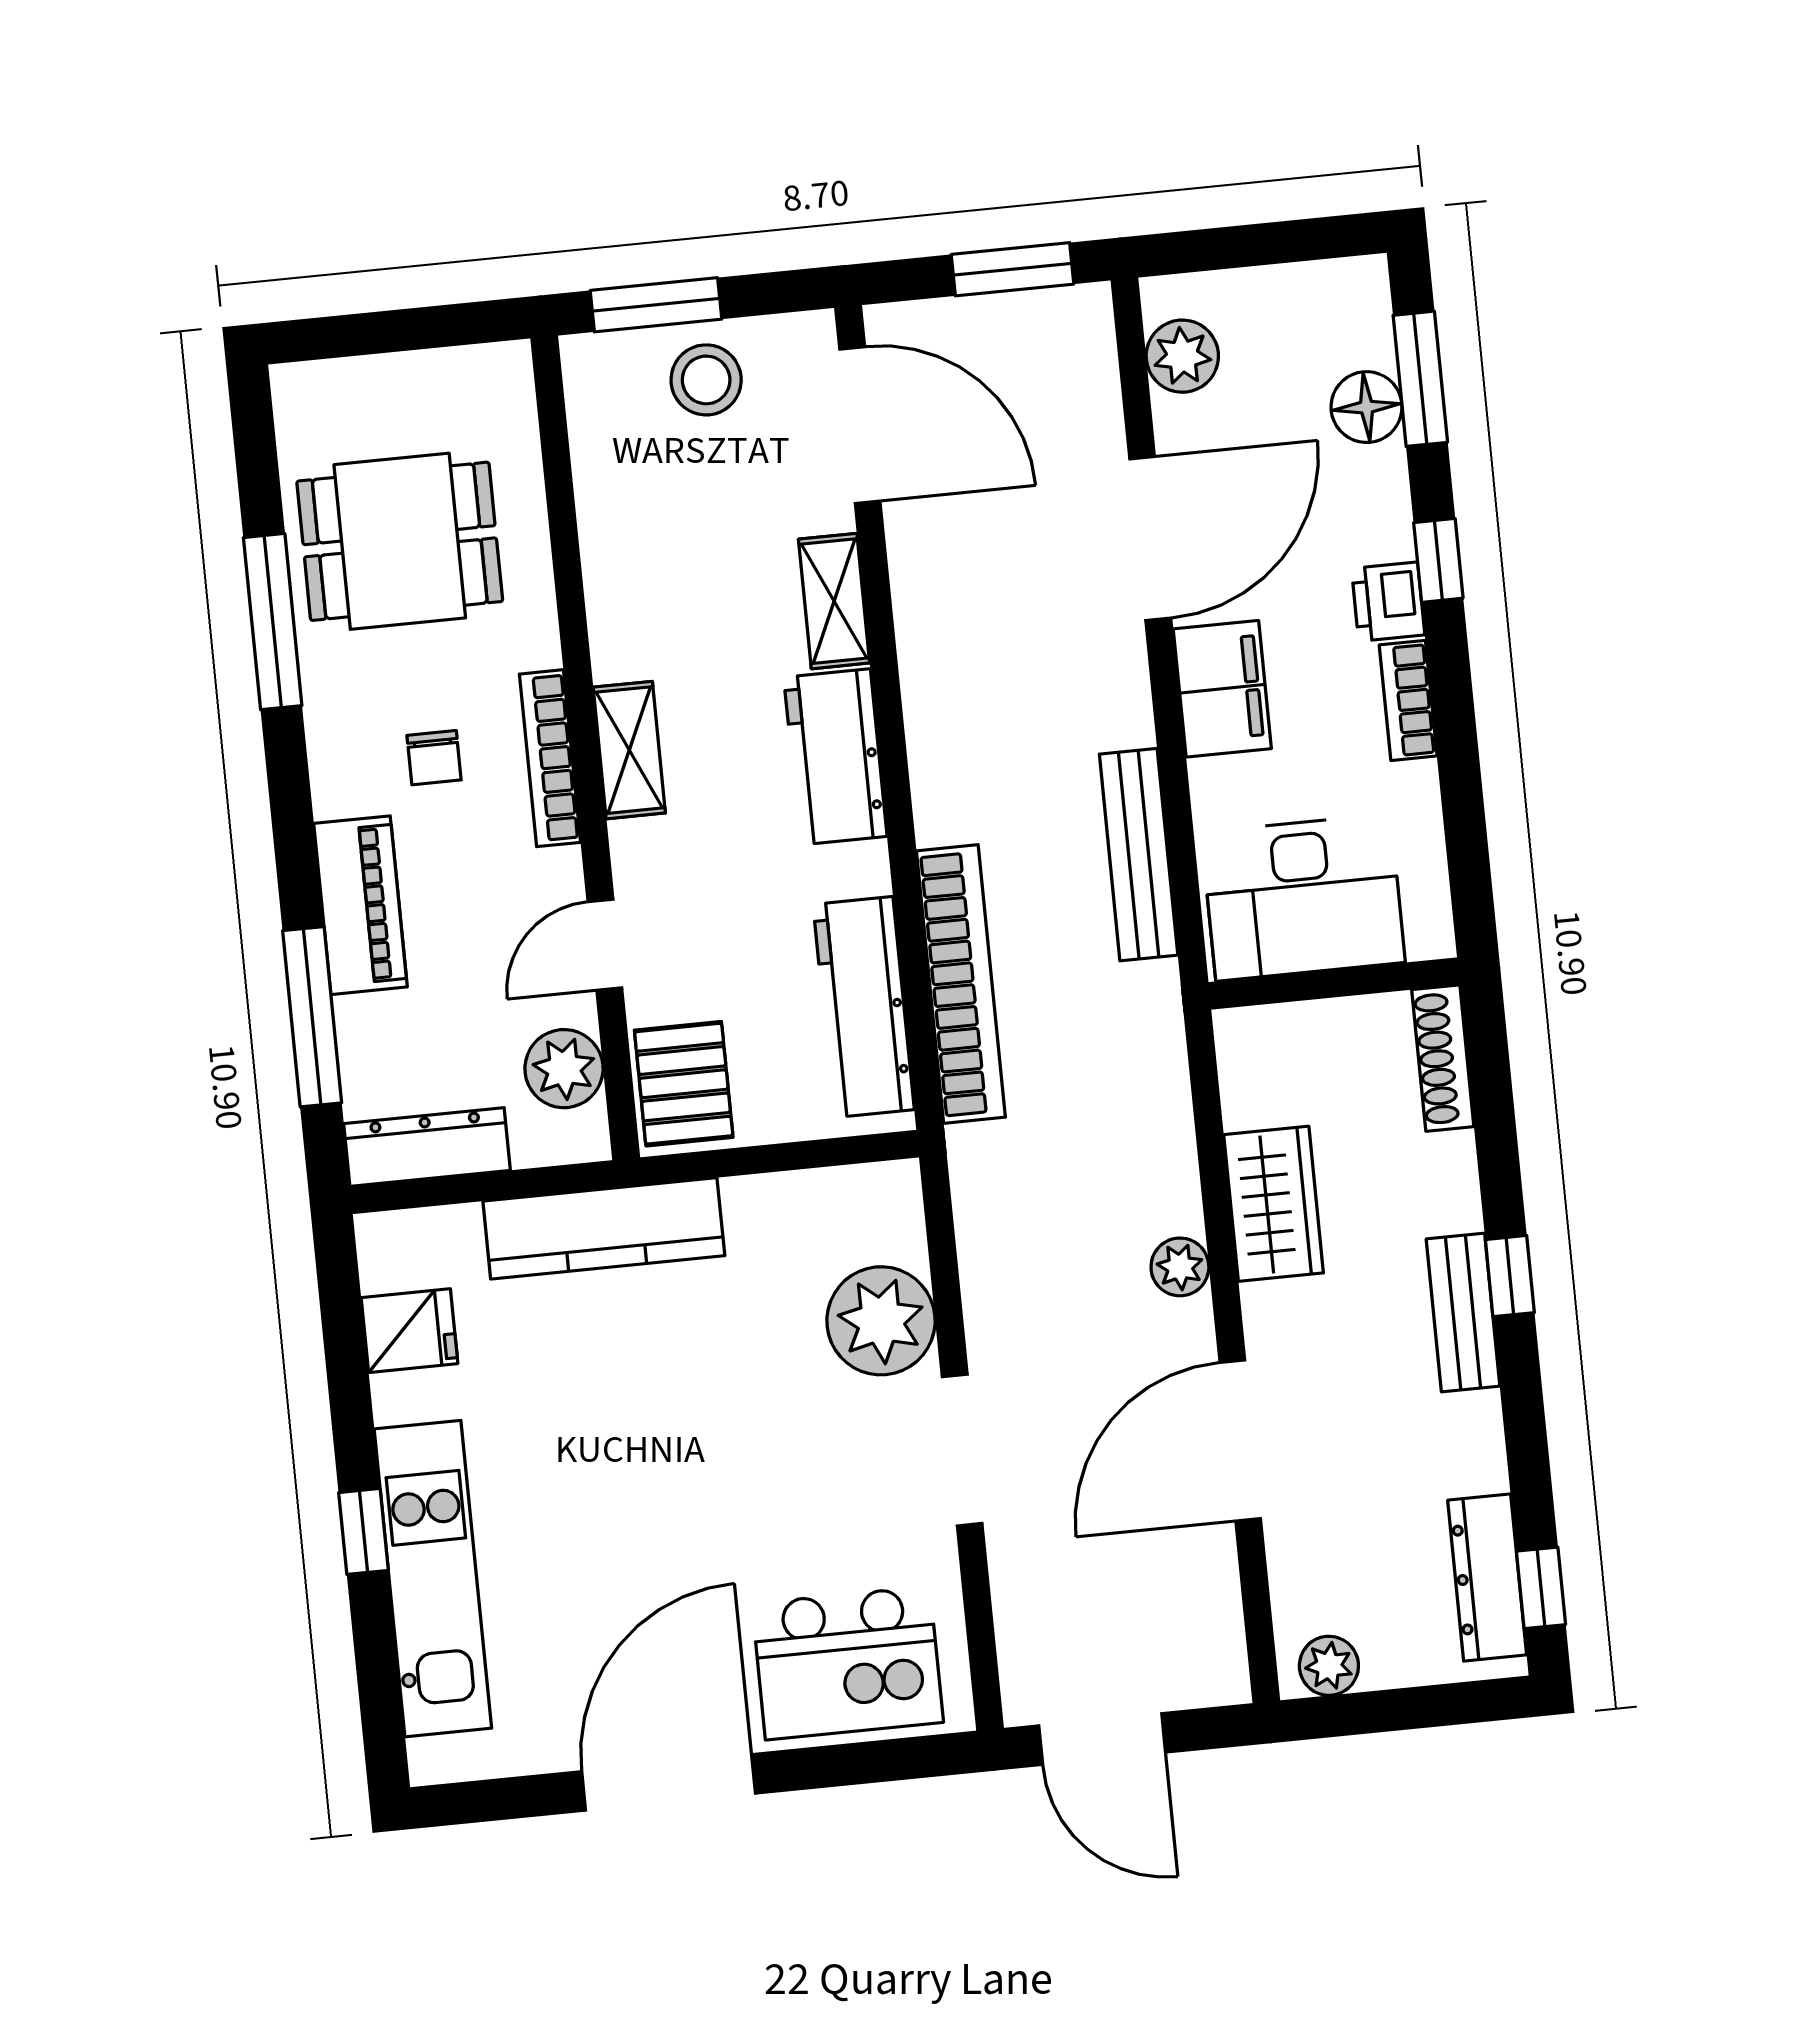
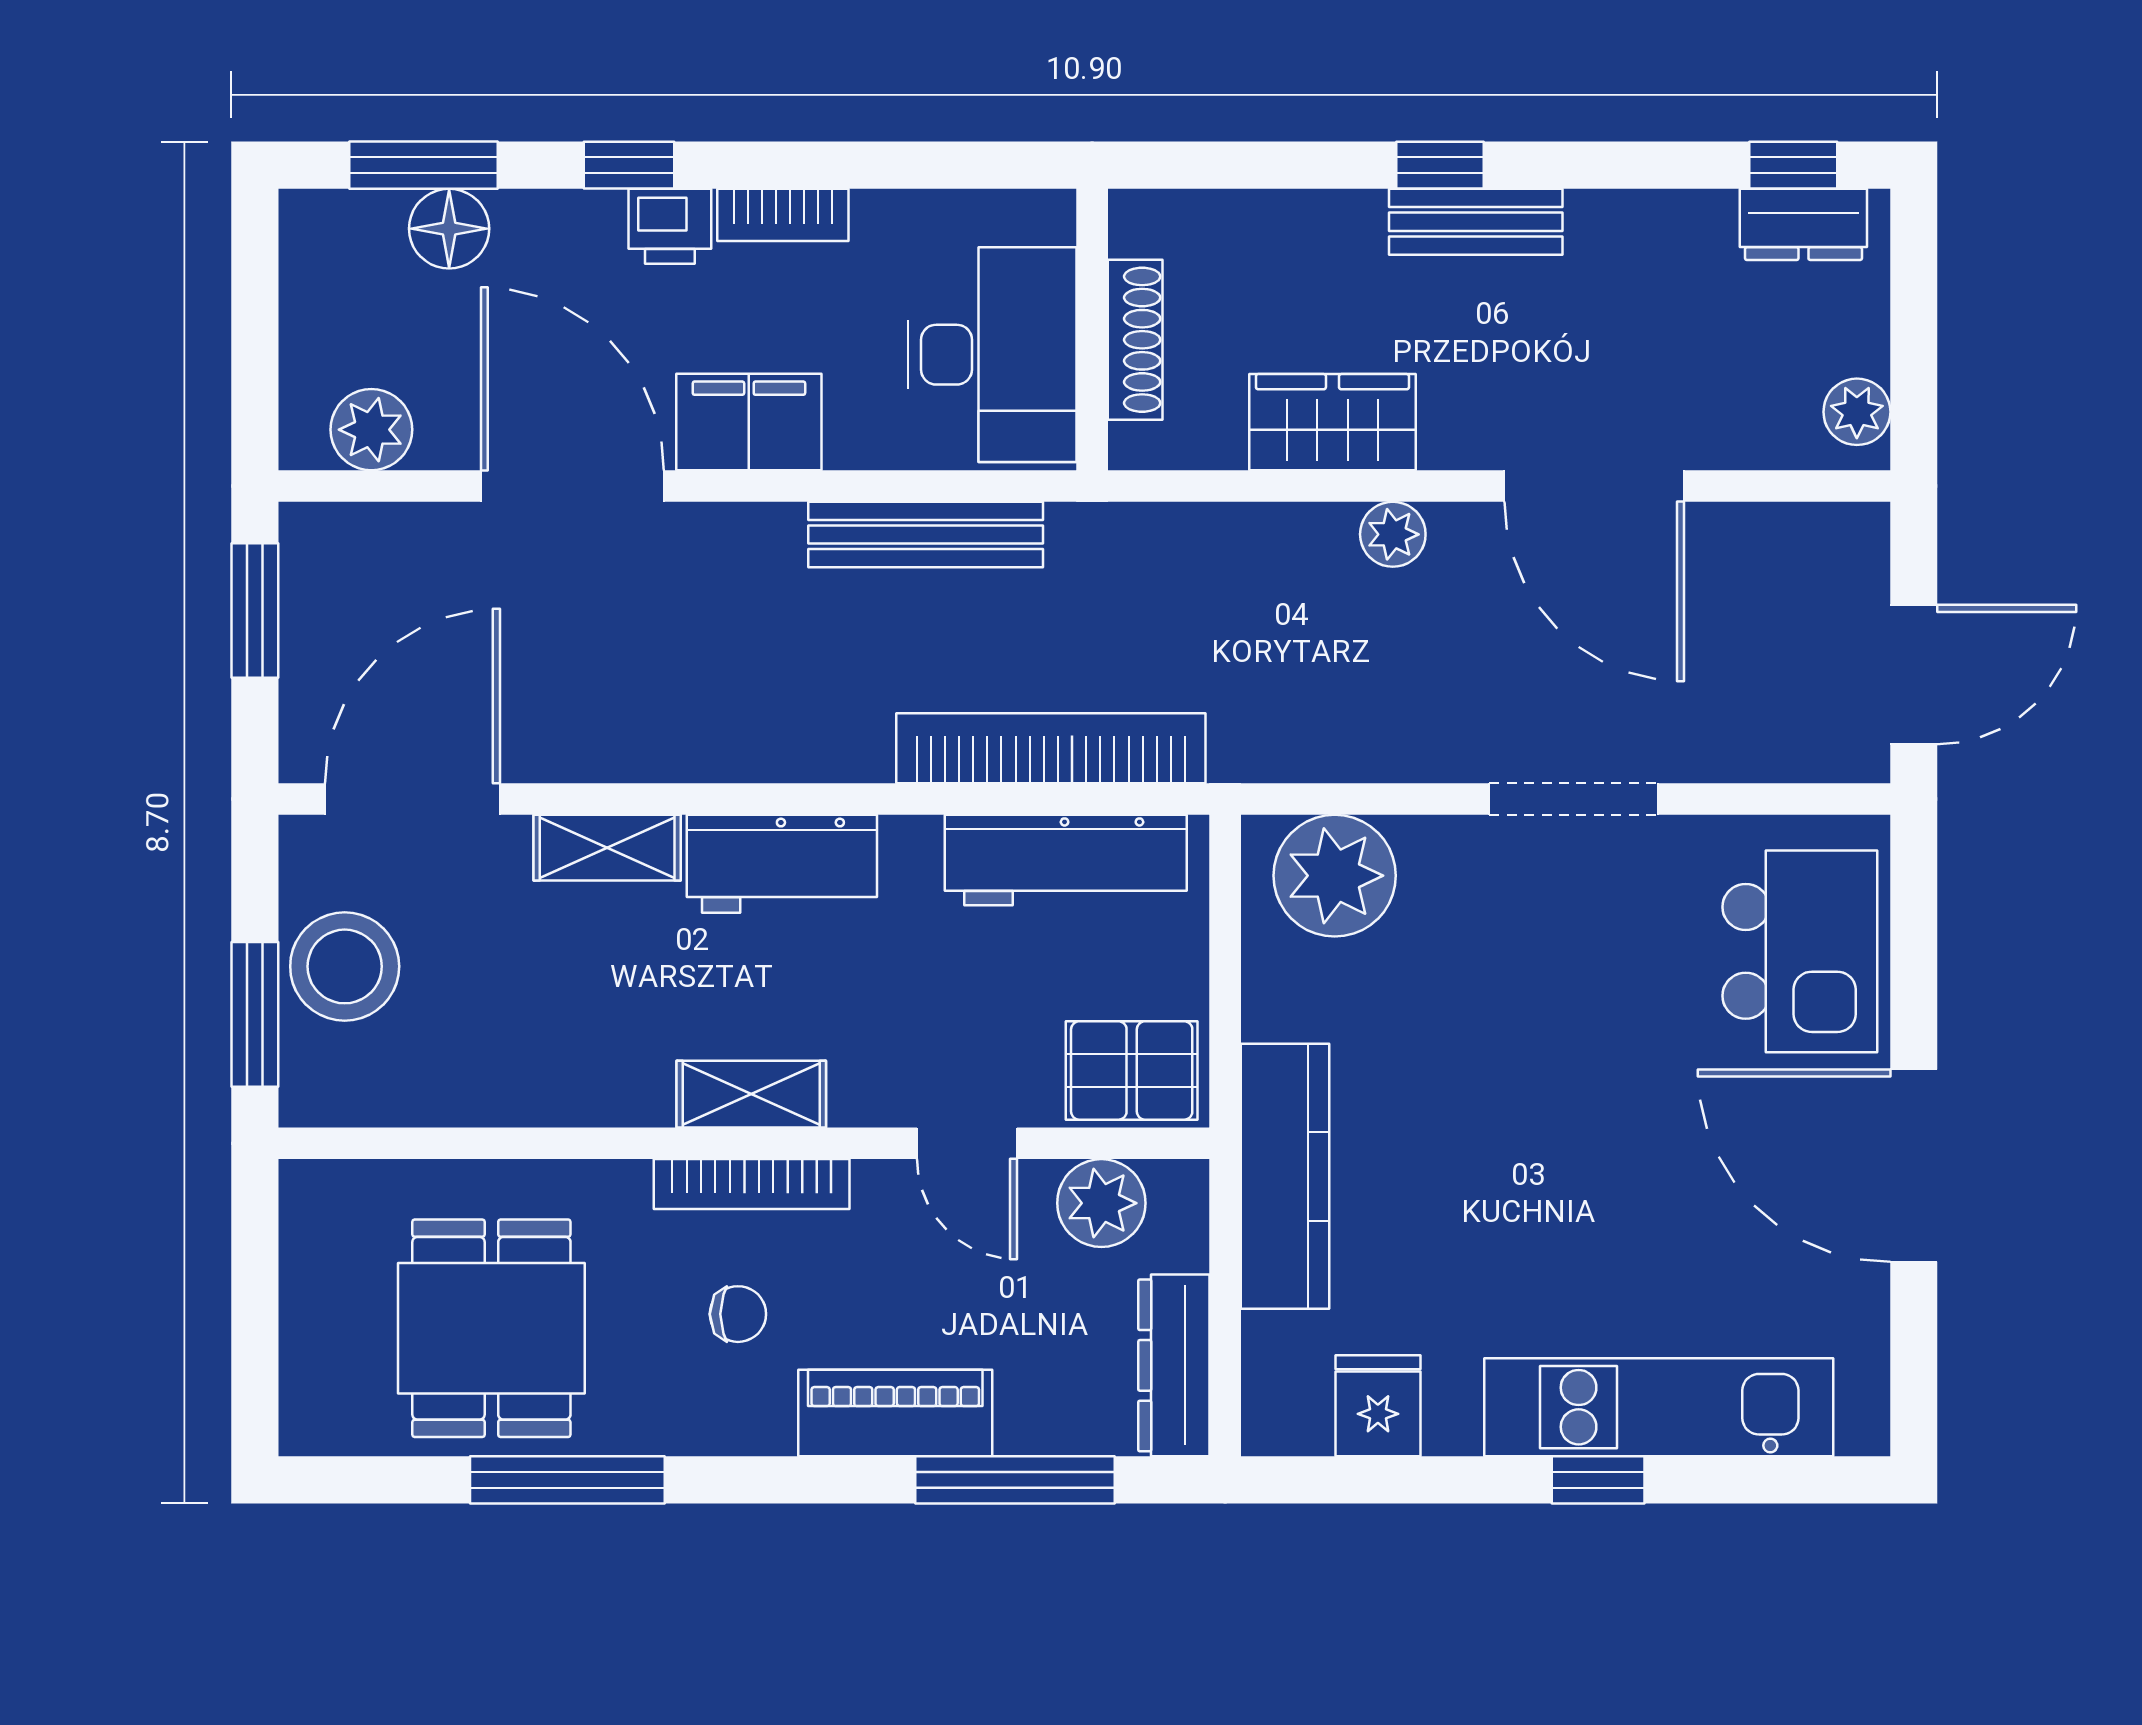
stool: (706, 380) -> (345, 966), width x1.38, depth x1.38
shoe rack: (1443, 1058) -> (1135, 340), moved, turned -90
plant: (881, 1321) -> (1335, 876), moved
dresser: (1487, 1578) -> (1803, 224), width x0.70

